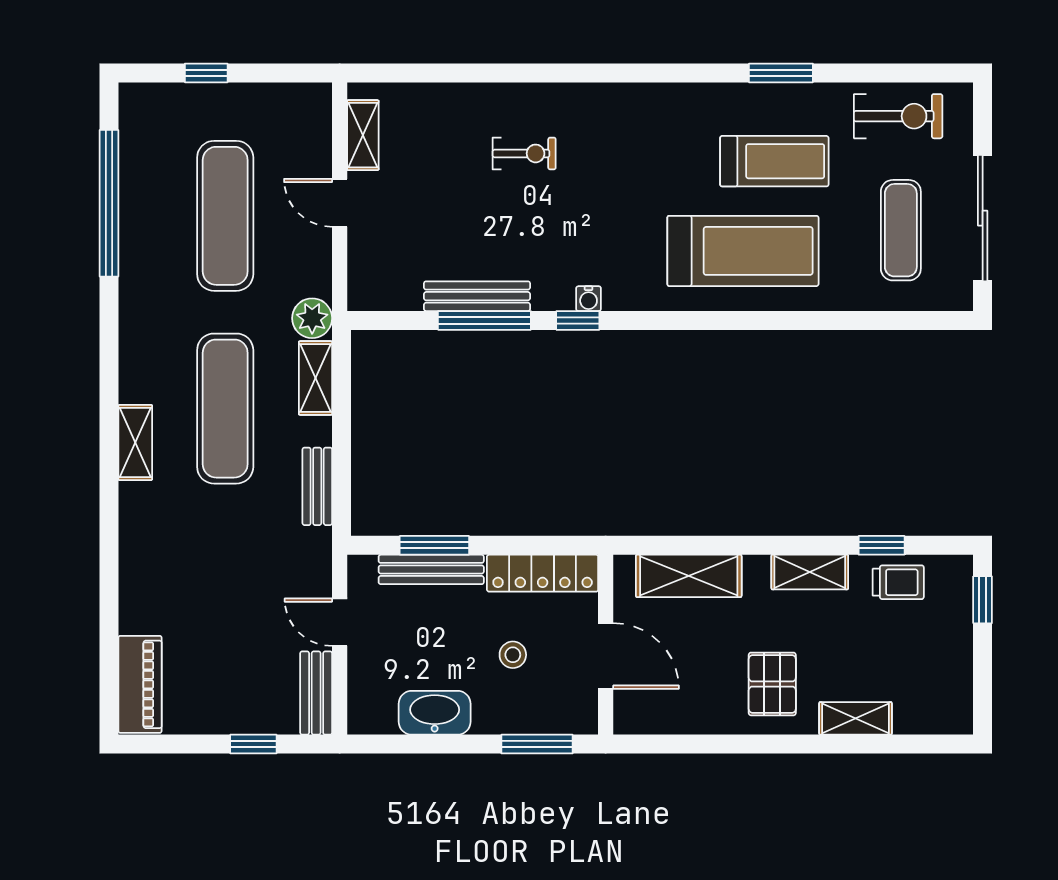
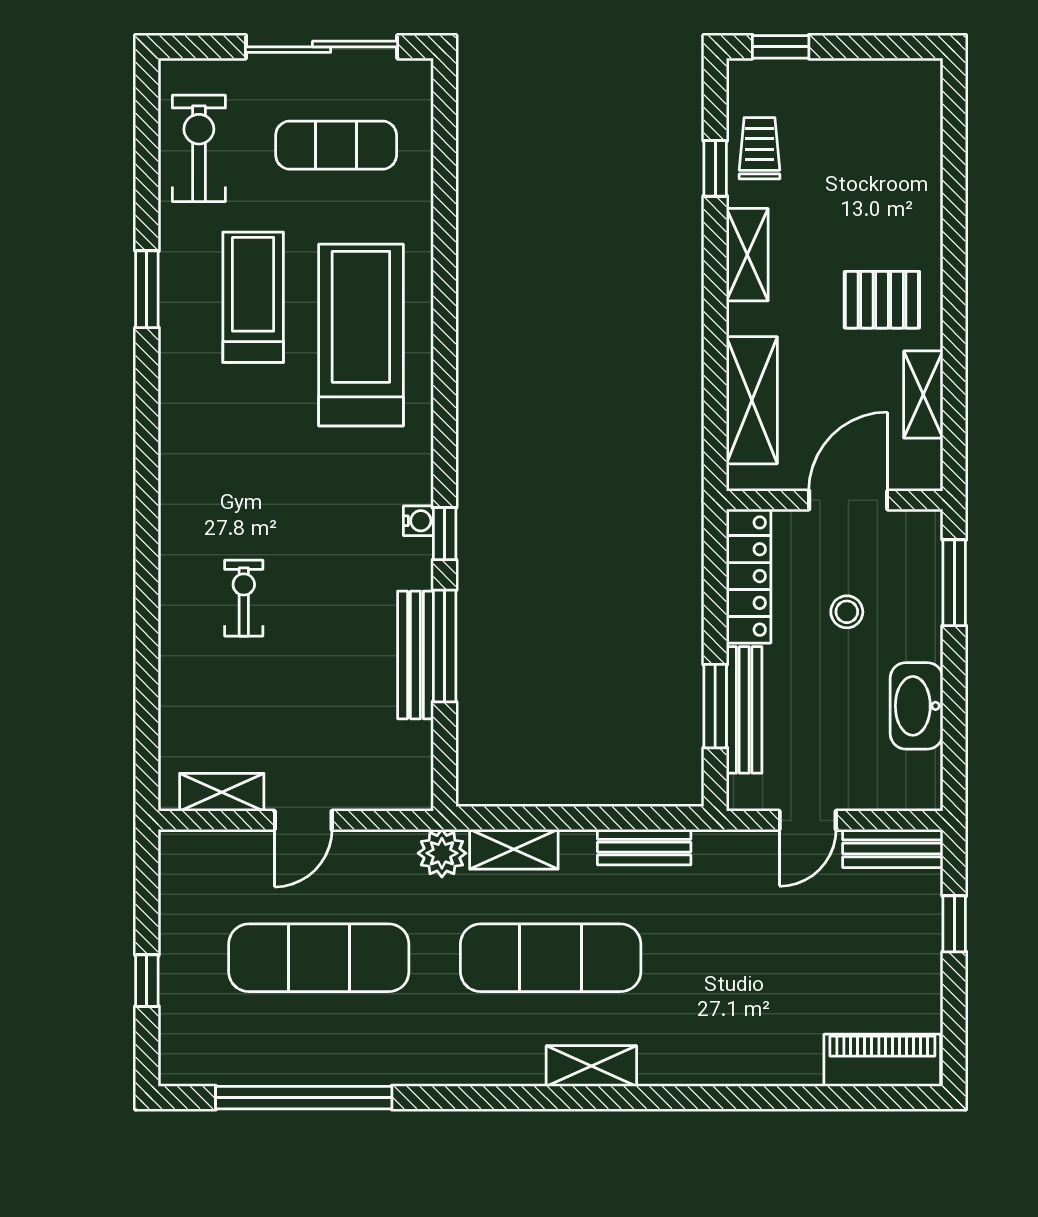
shelving: (856, 718) -> (923, 395), moved

